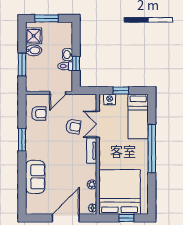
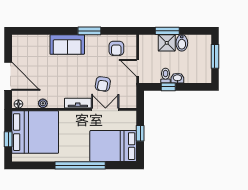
shower: (34, 36) -> (167, 43), moved
nightstand: (110, 99) -> (131, 122), removed
bed: (138, 117) -> (113, 146), width x1.50
sofa: (35, 177) -> (67, 45), moved

